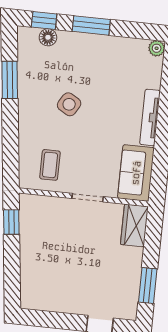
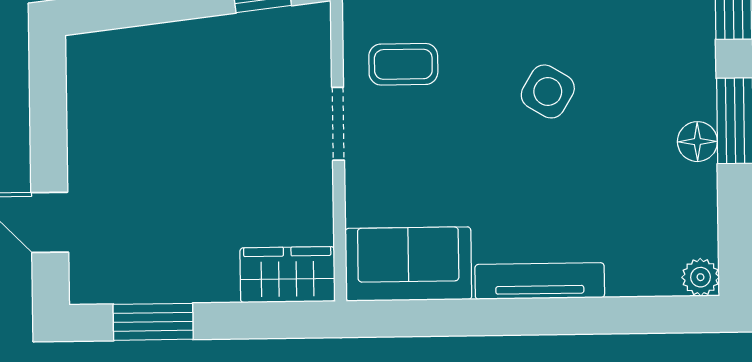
floor lamp: (48, 37) -> (697, 142), moved
doorway: (88, 198) -> (338, 124), moved

